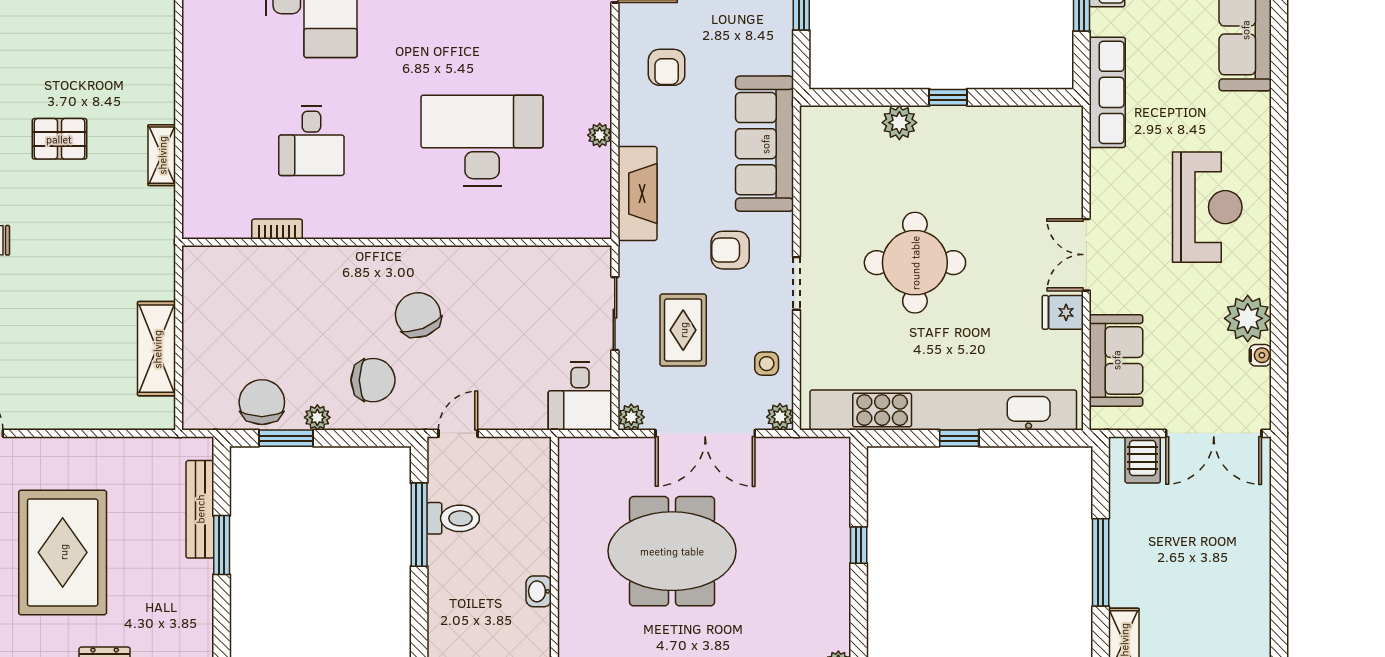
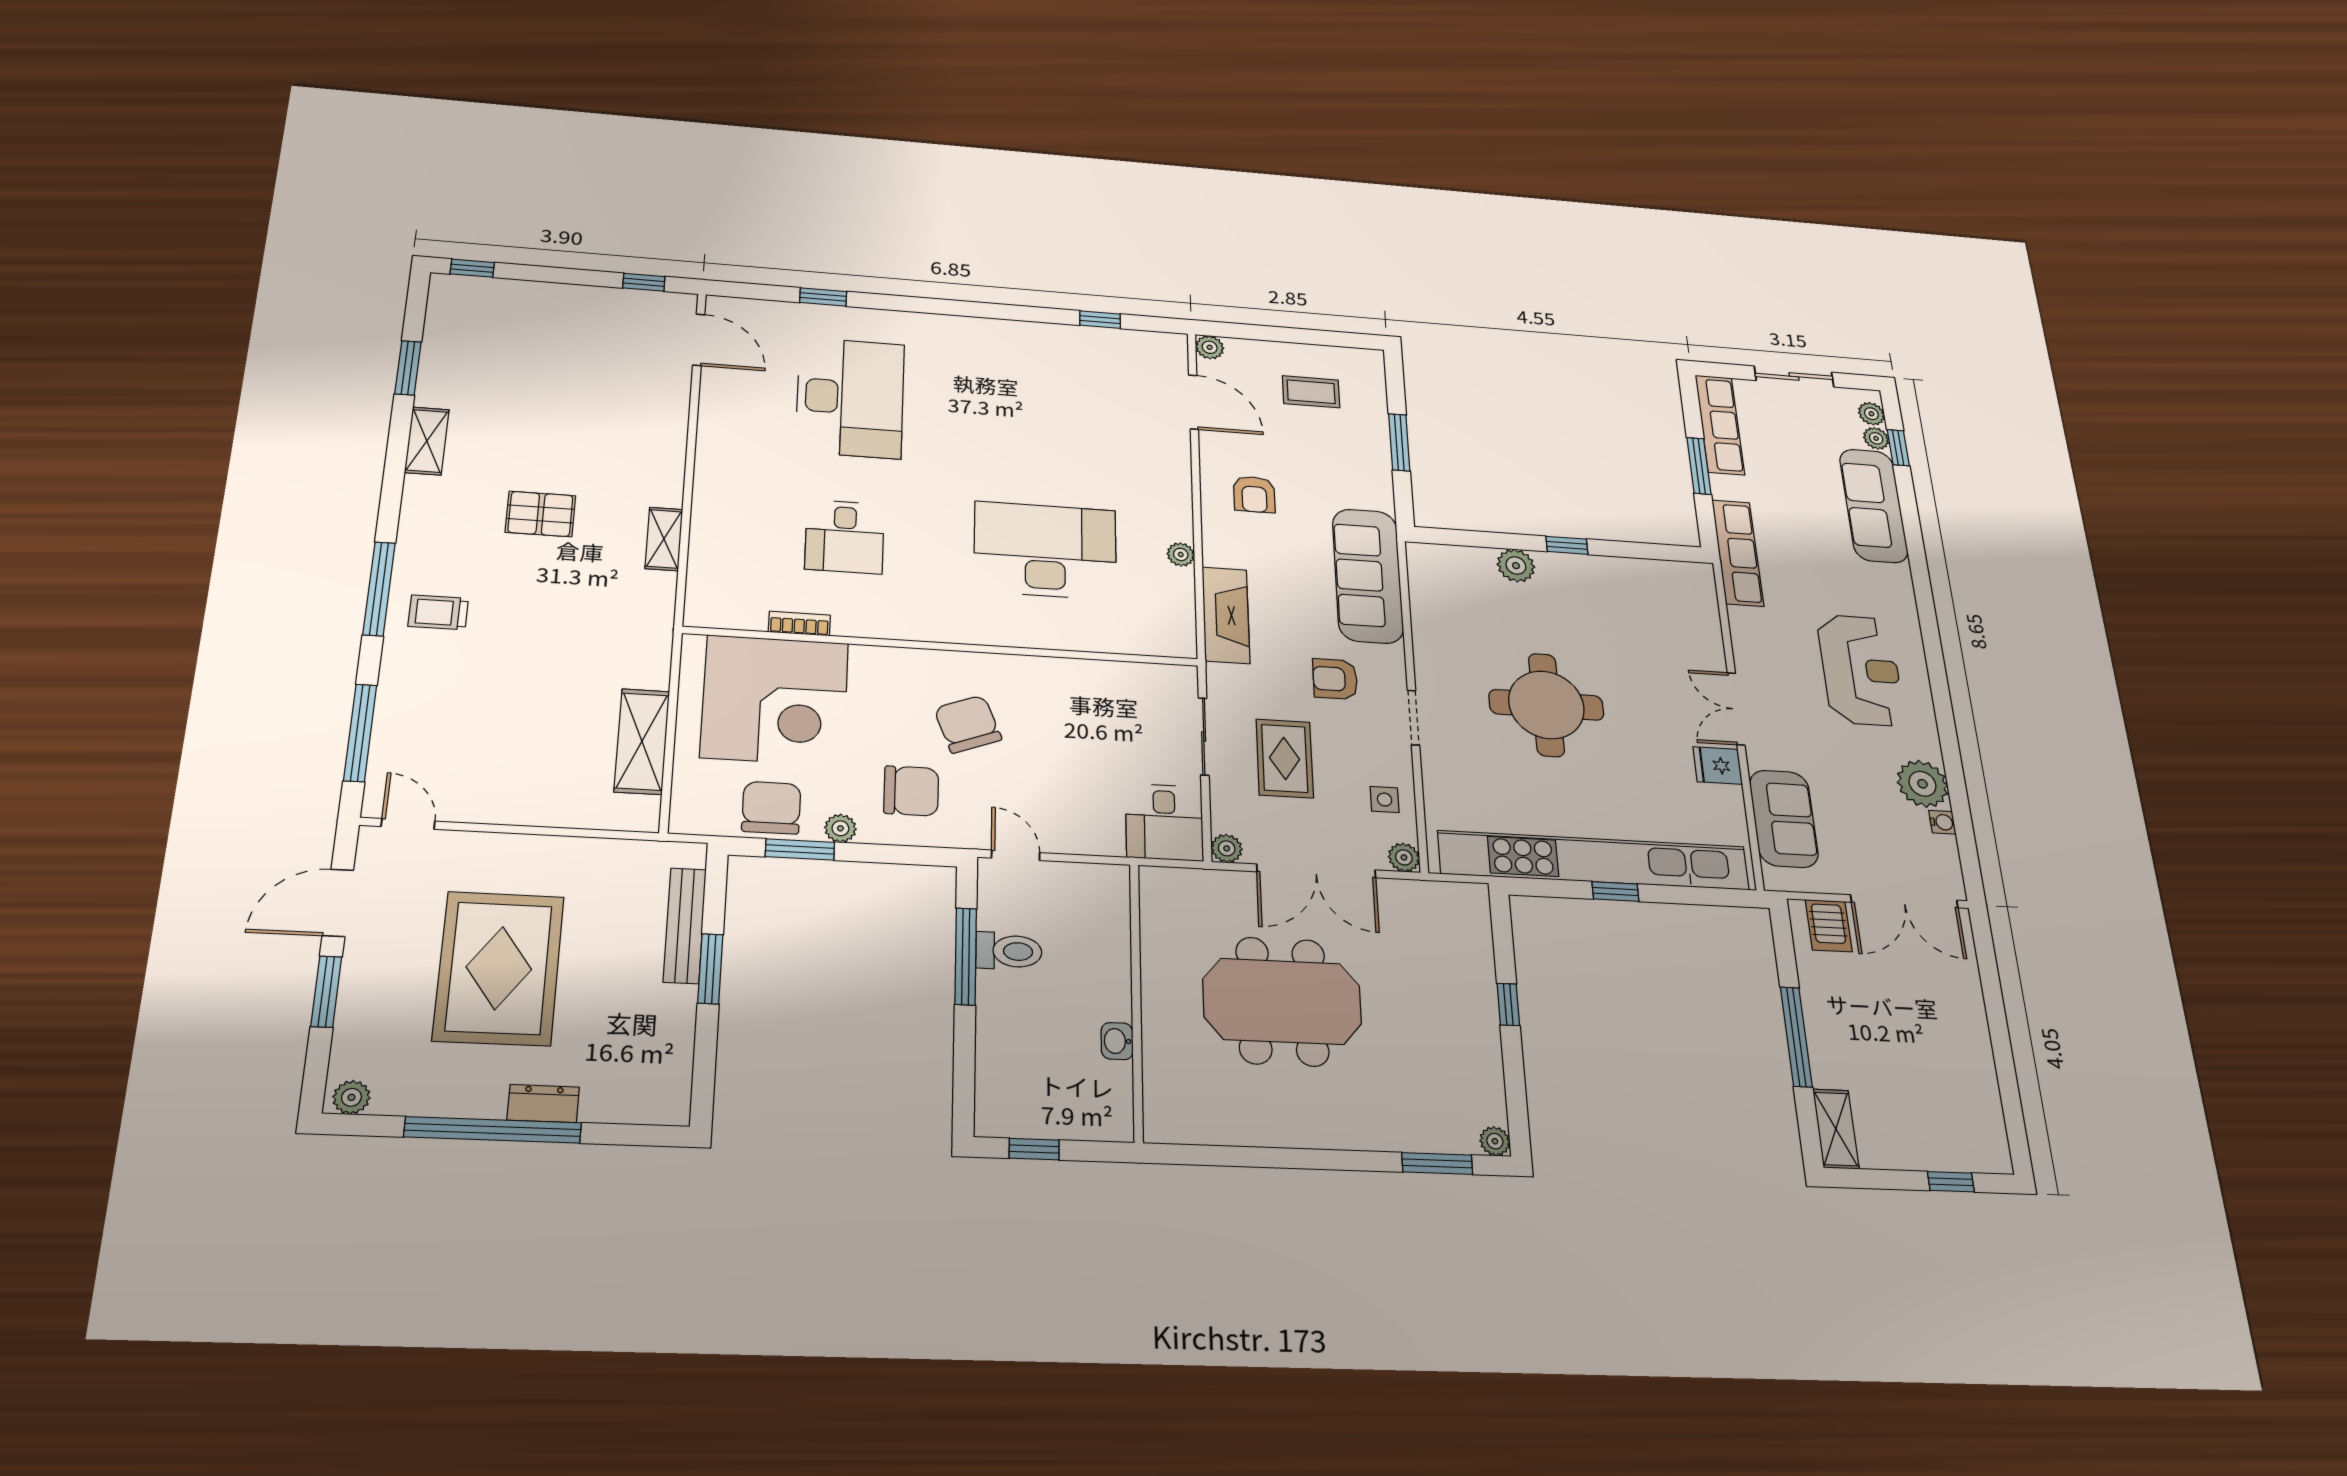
corner desk: (260, 303) -> (775, 700), added
door: (458, 433) -> (1016, 855), hinge flipped

